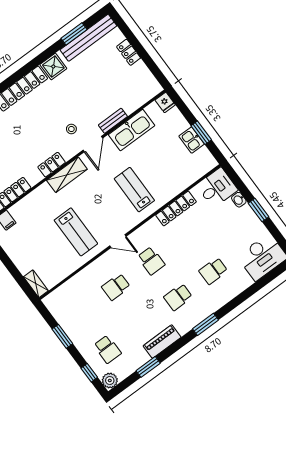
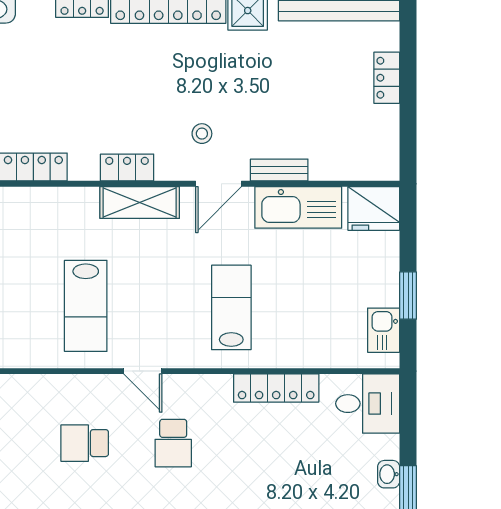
fridge: (165, 102) -> (374, 208), width x1.88, depth x1.34
kitchen sink: (192, 140) -> (384, 330), moved
washbasin: (239, 200) -> (389, 474), moved

